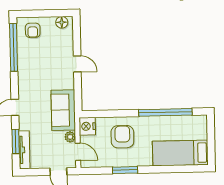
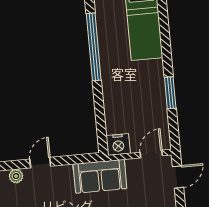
plant: (70, 137) -> (16, 176), moved
armchair: (122, 137) -> (128, 99), removed

